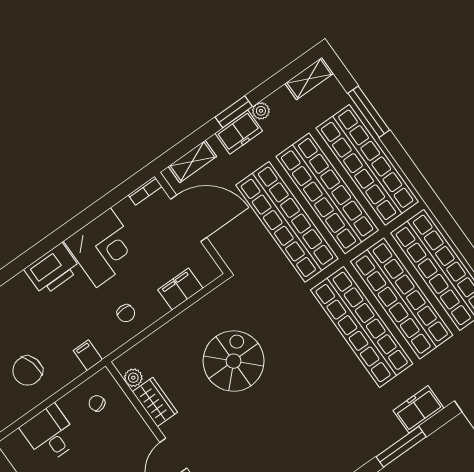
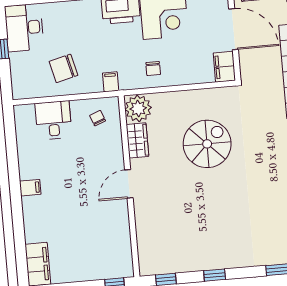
filing cabinet: (180, 289) -> (224, 67), moved, turned -90
plant: (133, 378) -> (138, 108), width x1.88, depth x1.88

